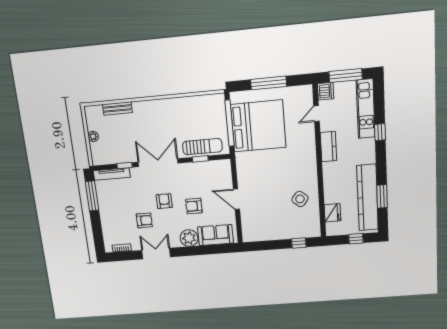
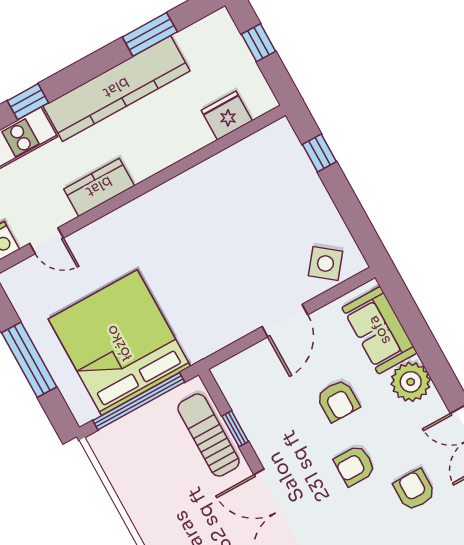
kitchen counter: (367, 198) -> (116, 88), moved
side table: (300, 199) -> (325, 264), moved

